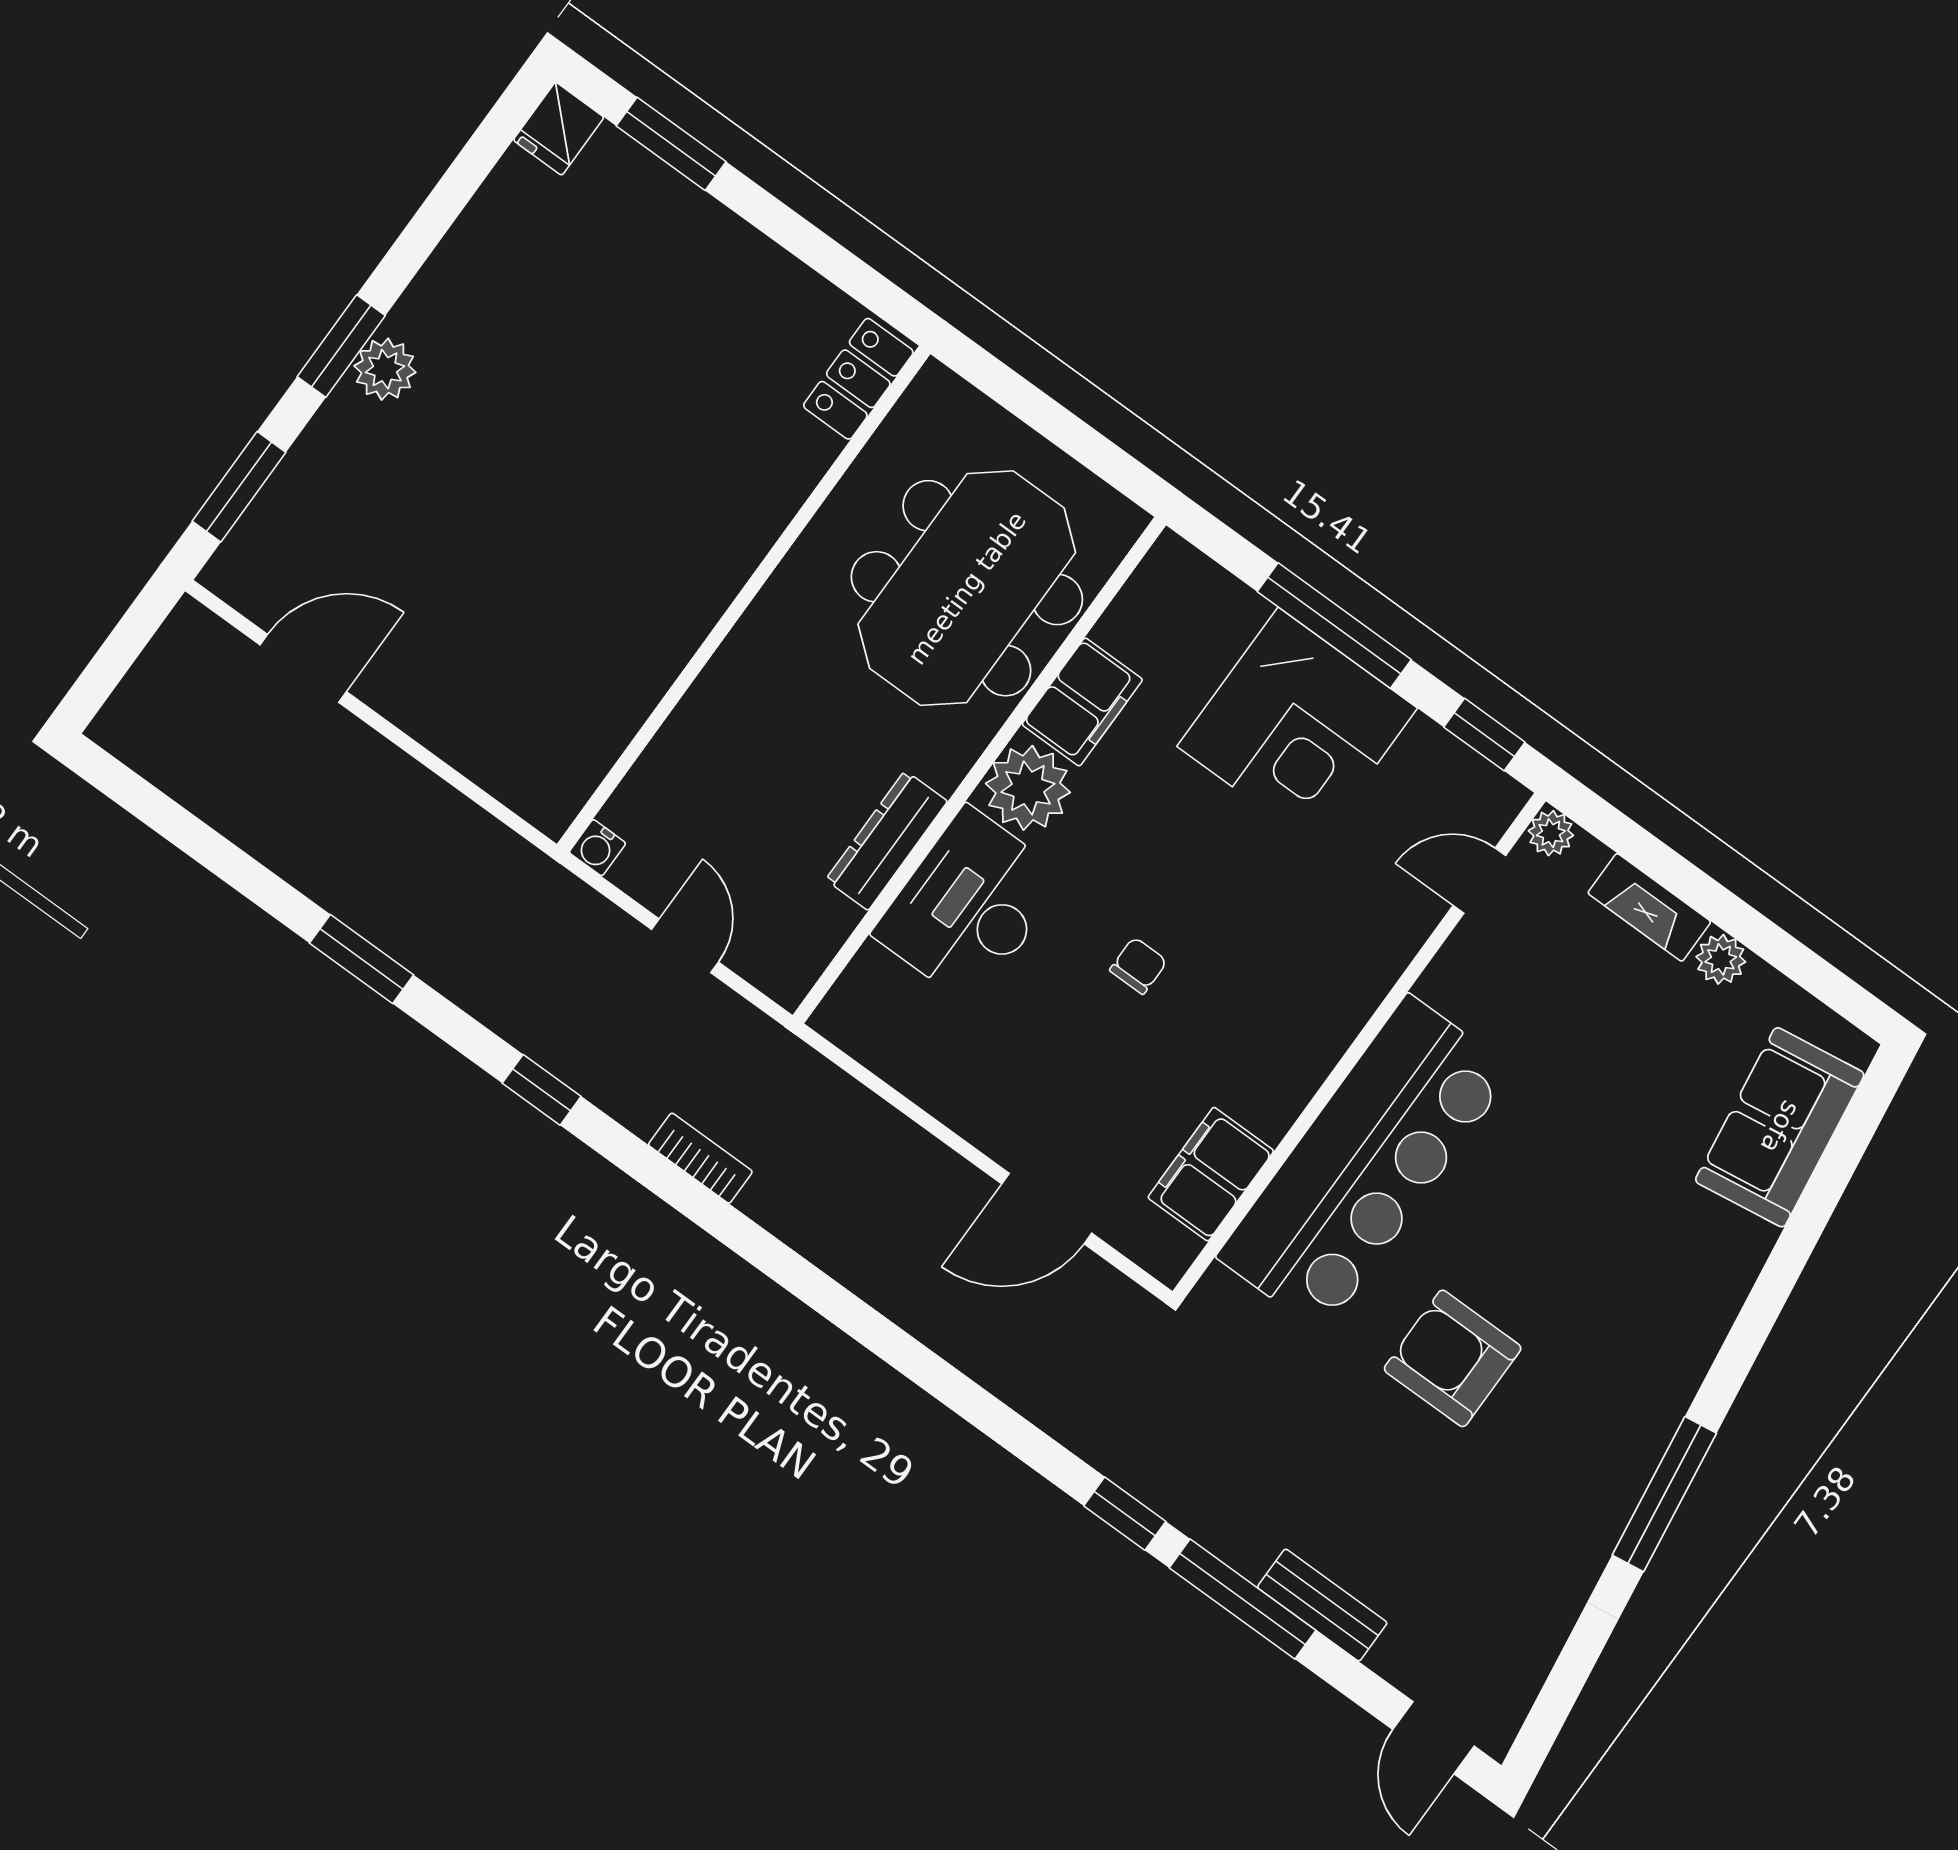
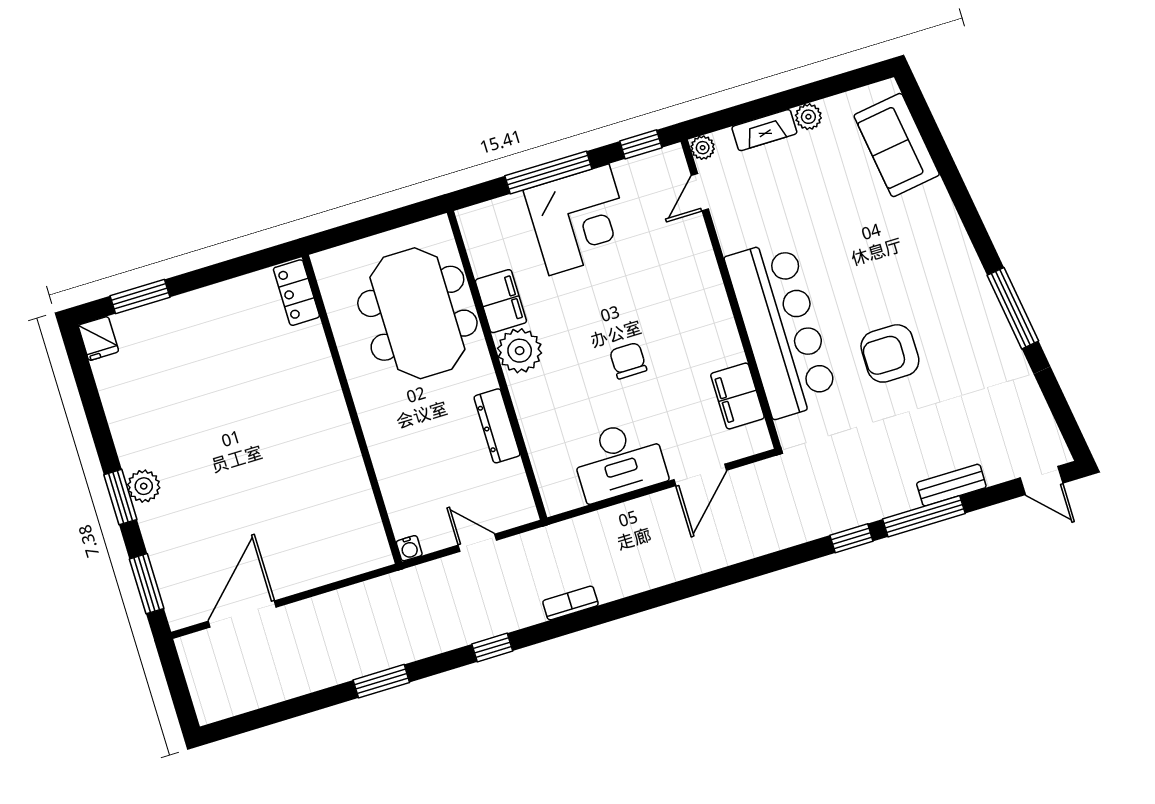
door: (303, 668) -> (242, 614), width x1.36
desk: (969, 906) -> (619, 461), moved, turned -90
chair: (1138, 966) -> (628, 361), width x1.37, depth x1.37

